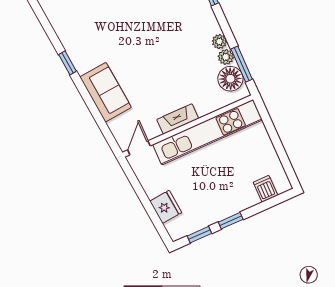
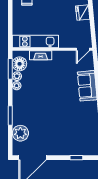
fireplace: (178, 119) -> (41, 55), moved
kitchen unit: (208, 132) -> (35, 41), width x0.73

